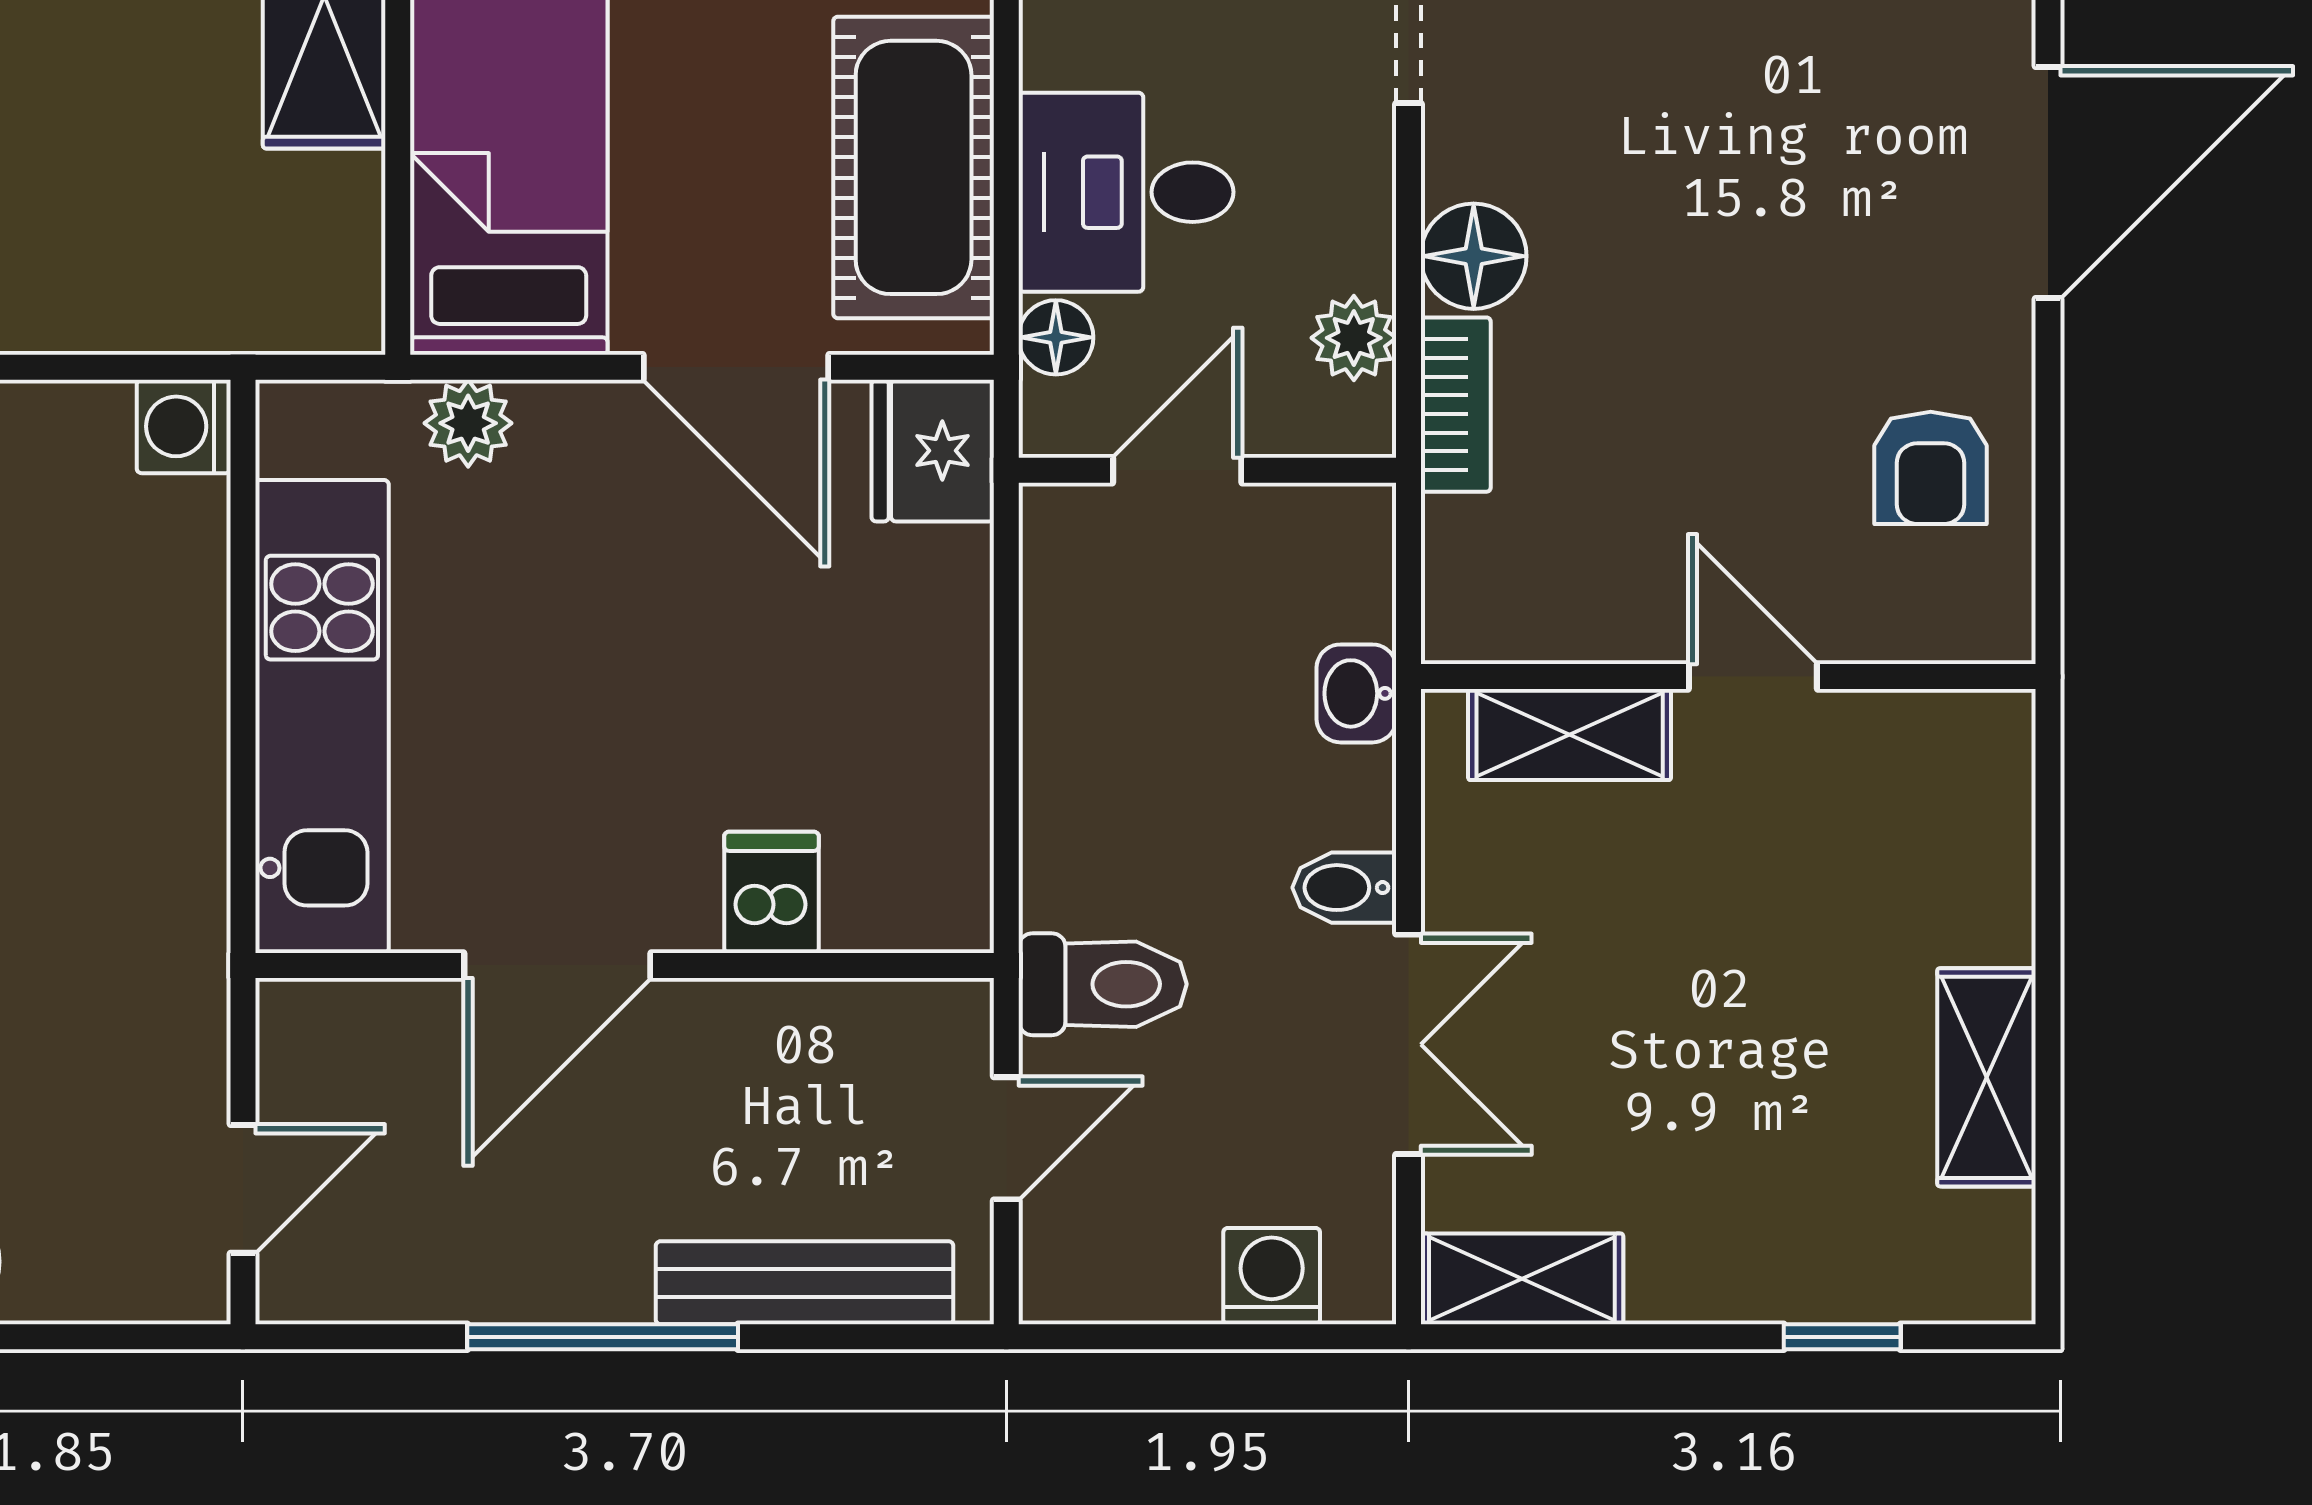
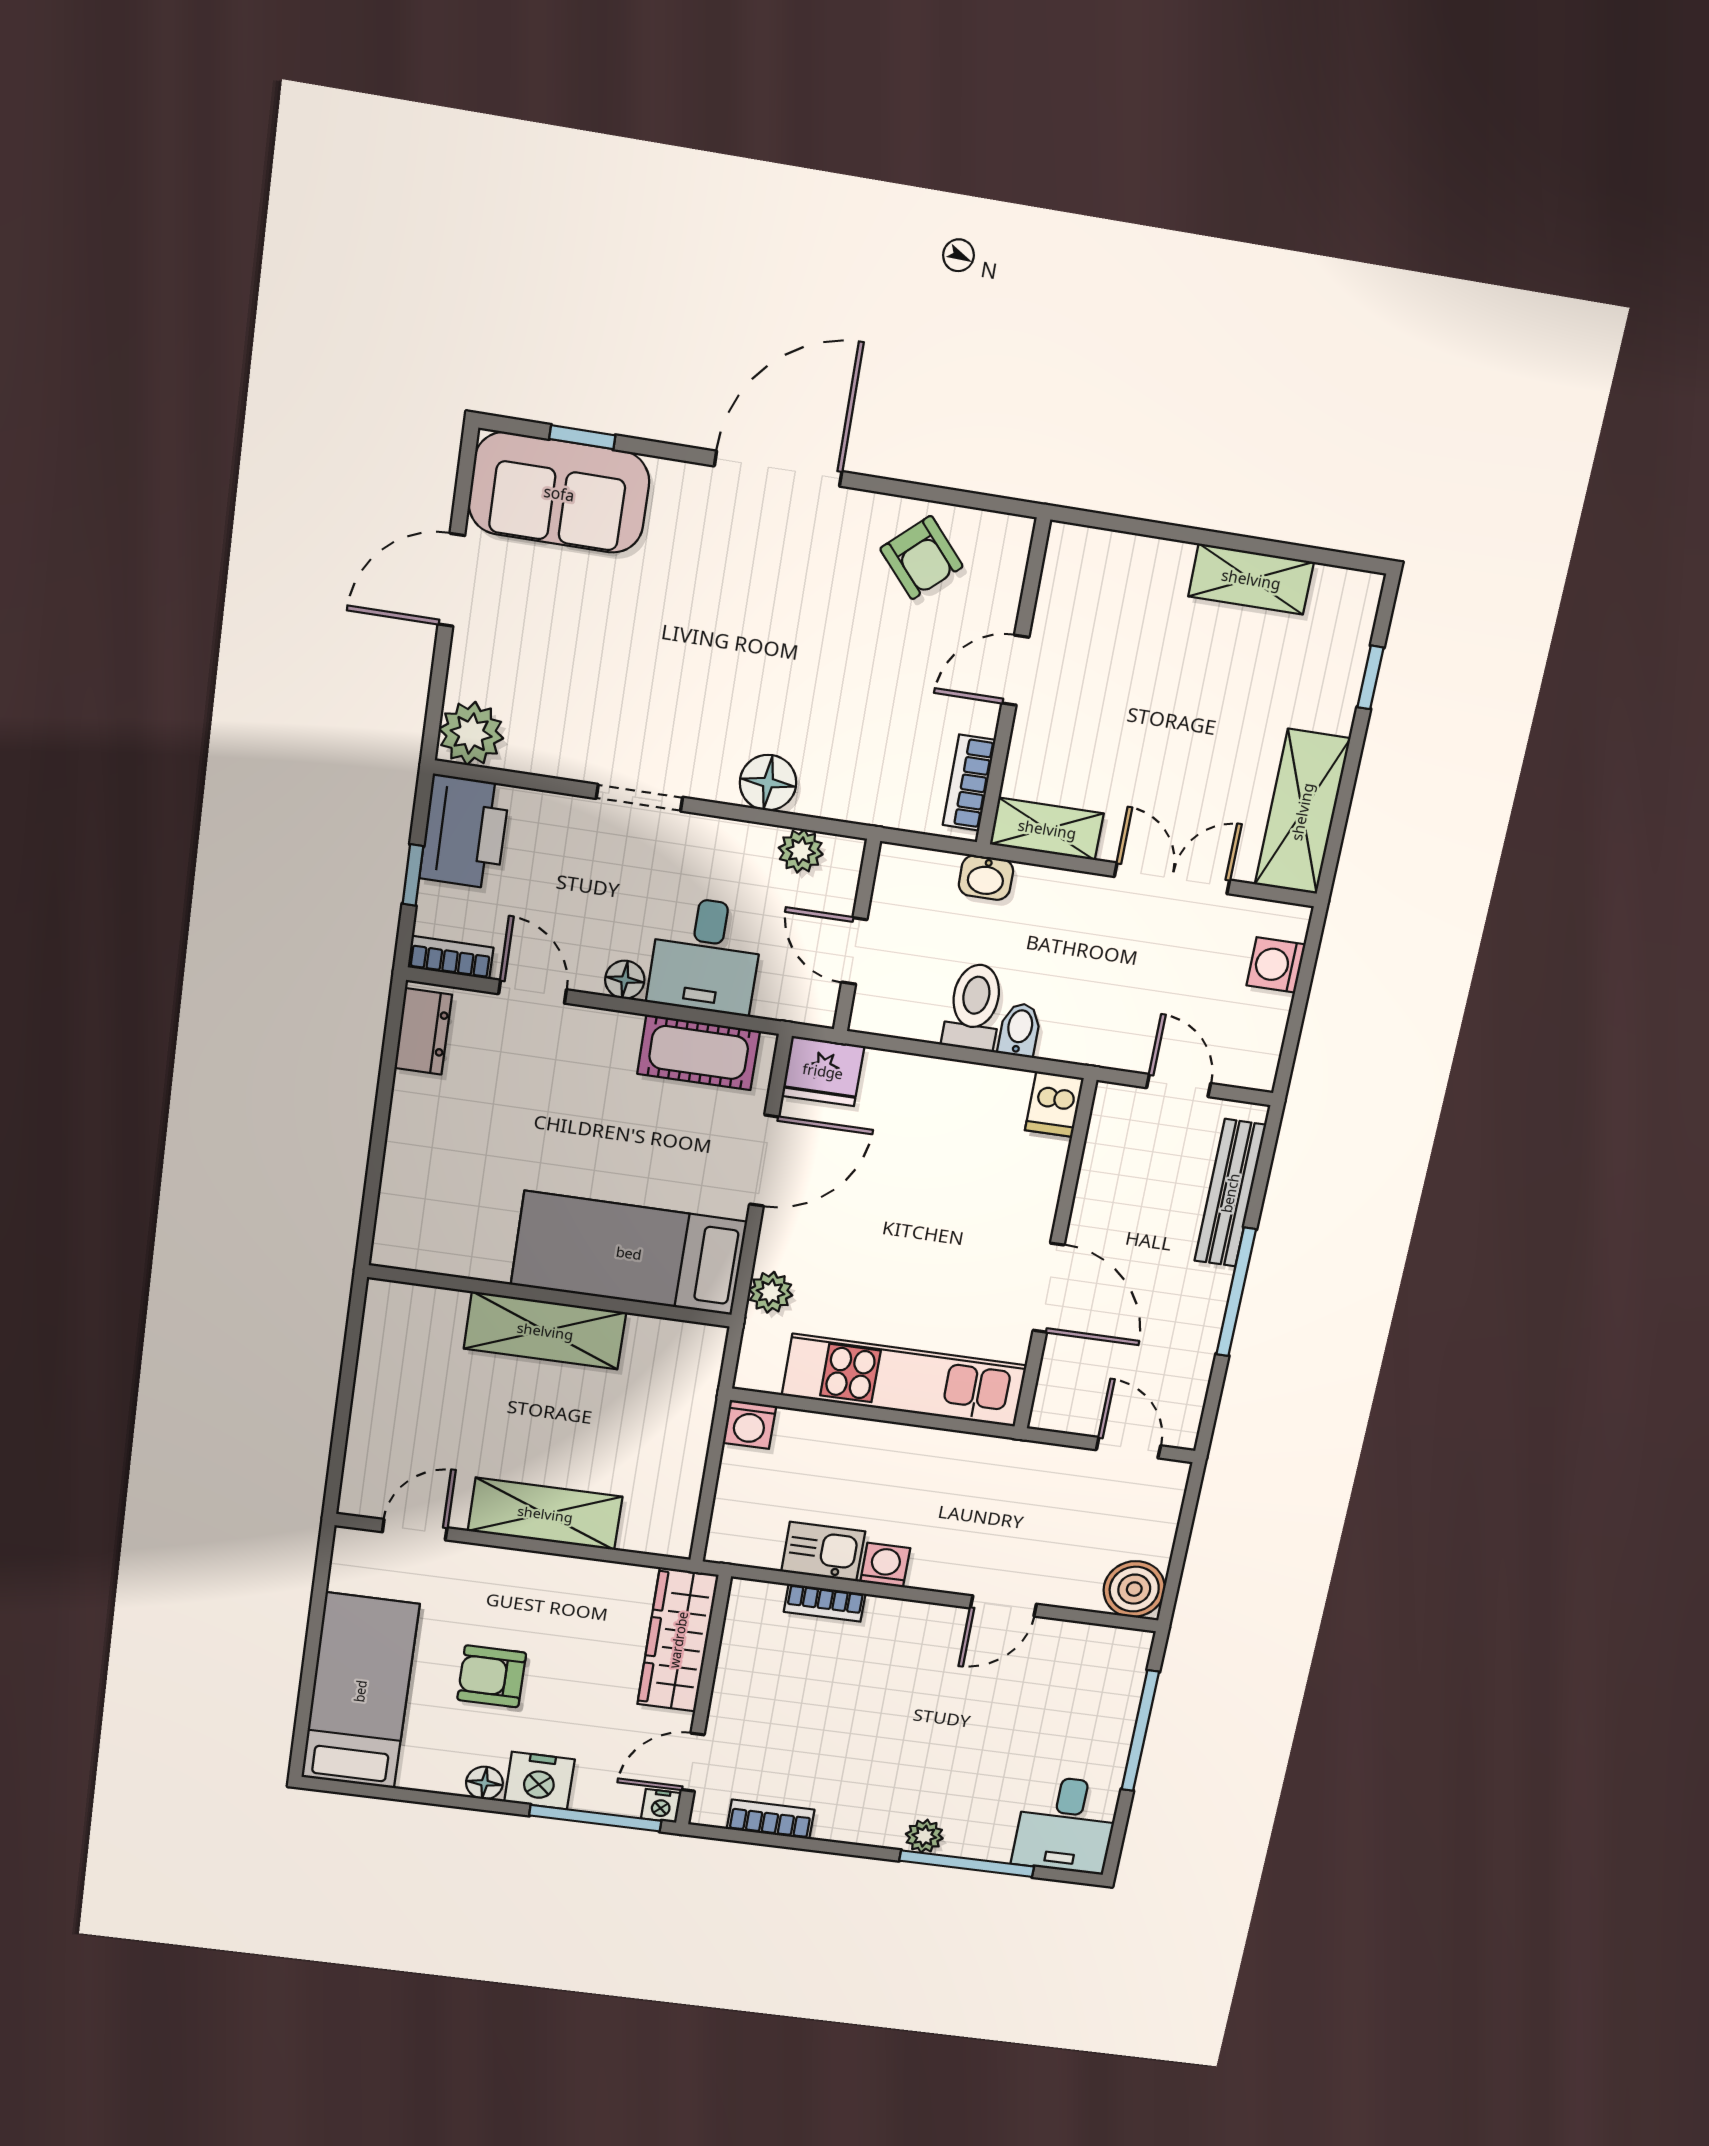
cot: (914, 167) -> (699, 1052), width x0.73, depth x0.75
door: (2048, 182) -> (778, 469), hinge flipped
floor lamp: (1056, 337) -> (625, 980), moved
bookcase: (1456, 405) -> (969, 783), moved, turned -90
armchair: (1931, 468) -> (921, 558), turned 48
shelving: (1570, 735) -> (1047, 829), moved, turned 90
bidet: (1344, 888) -> (1019, 1030), moved, turned 180
dishwasher: (771, 892) -> (1054, 1104), moved, turned -90
toilet: (1103, 984) -> (974, 1007), moved
shelving: (1522, 1279) -> (1302, 812), width x1.50, depth x1.33

